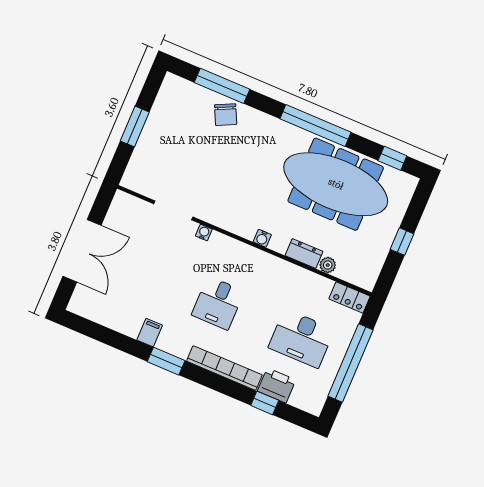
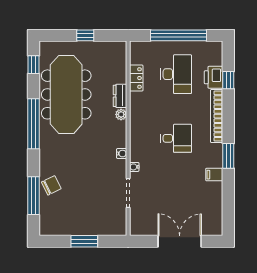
water cooler: (262, 238) -> (122, 154), moved
plant: (328, 265) -> (121, 114), moved
locker: (350, 297) -> (136, 78), moved

